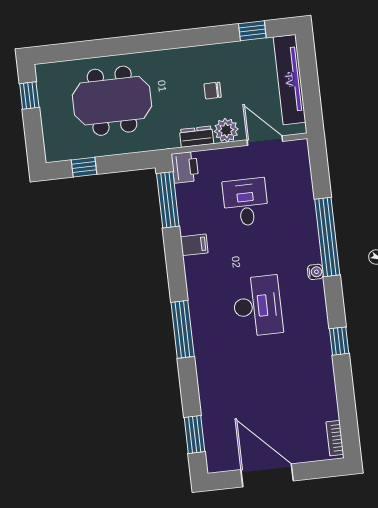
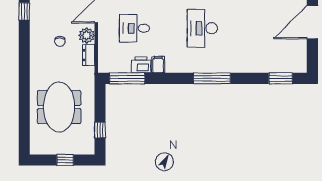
window: (29, 95) -> (65, 160), moved
printer: (185, 167) -> (141, 65), moved
desk: (258, 306) -> (202, 28), turned -90
door: (267, 475) -> (312, 22), moved

